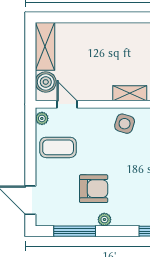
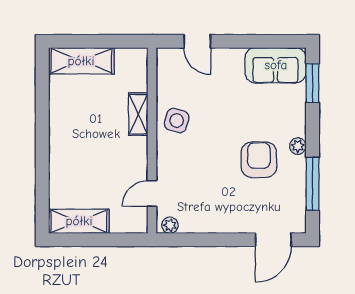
boiler: (46, 82) -> (124, 220), removed
coffee table: (58, 147) -> (207, 205), removed

